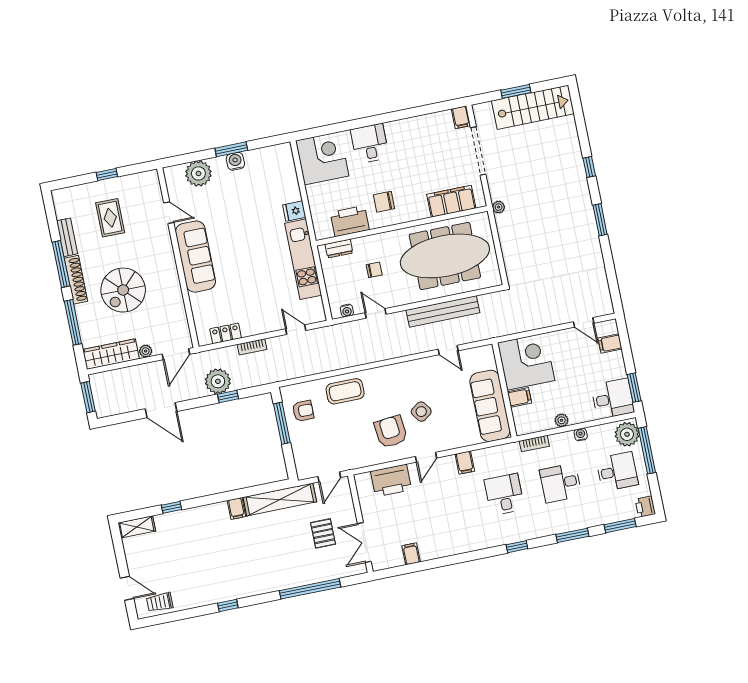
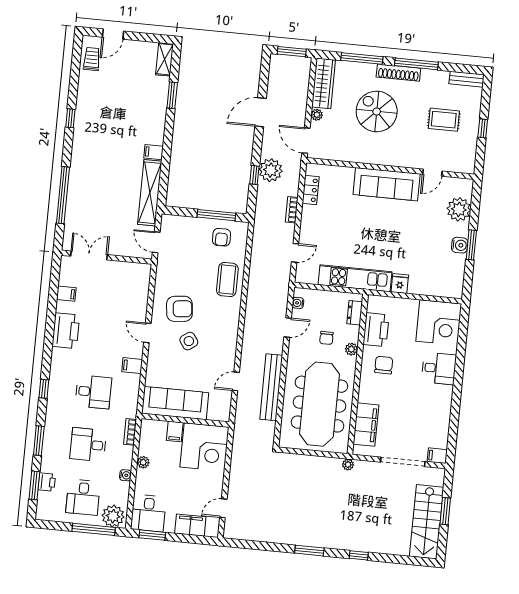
bench: (67, 237) -> (467, 79), moved
plant: (378, 240) -> (351, 349), added
filing cabinet: (610, 343) -> (190, 525), width x2.00
printer: (391, 480) -> (66, 331), moved, turned 180
desk: (561, 483) -> (88, 445), turned -90
window: (172, 507) -> (172, 95), width x1.50
printer: (645, 507) -> (47, 482), moved, turned 90
pallet: (323, 533) -> (108, 222), removed

